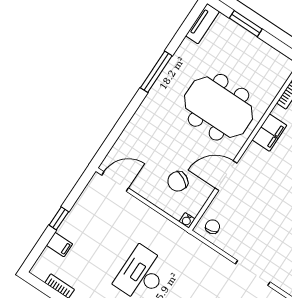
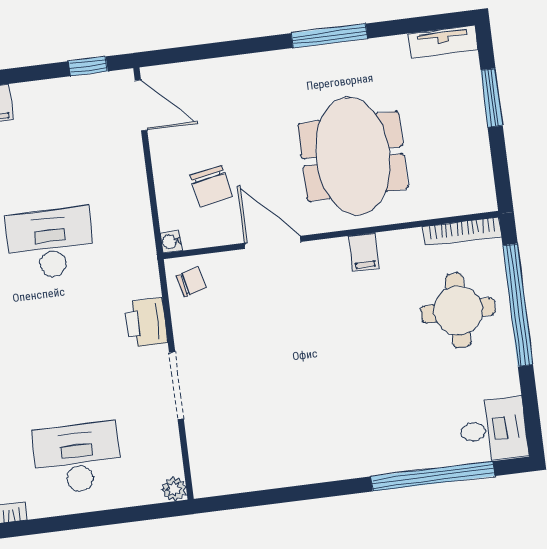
filing cabinet: (269, 133) -> (364, 252), width x0.50
chair: (178, 181) -> (211, 186), turned -130
window: (59, 218) -> (88, 66), moved
printer: (213, 262) -> (146, 322), added

